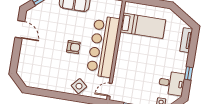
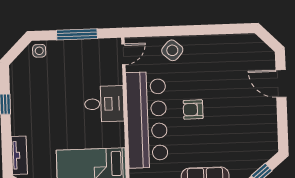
door: (20, 29) -> (281, 84), moved
desk: (172, 83) -> (104, 104), moved, turned 180

